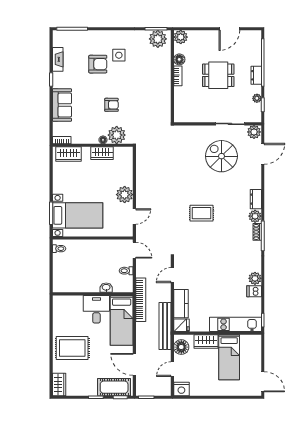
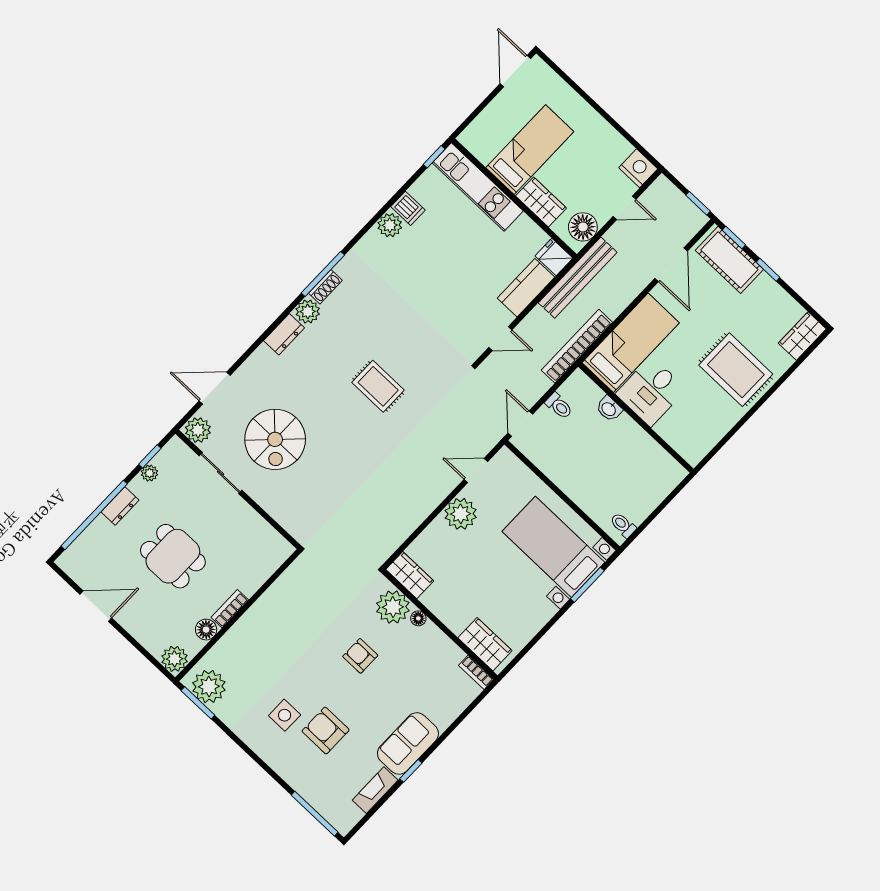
sofa: (62, 105) -> (408, 743), moved
wardrobe: (102, 153) -> (410, 575), moved

